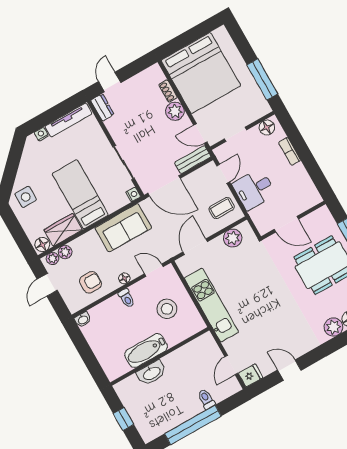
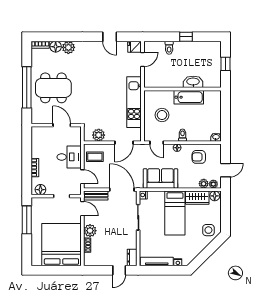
door: (223, 174) -> (82, 177), swing flipped
window: (193, 425) -> (186, 37), width x0.32

